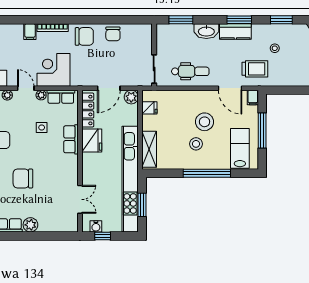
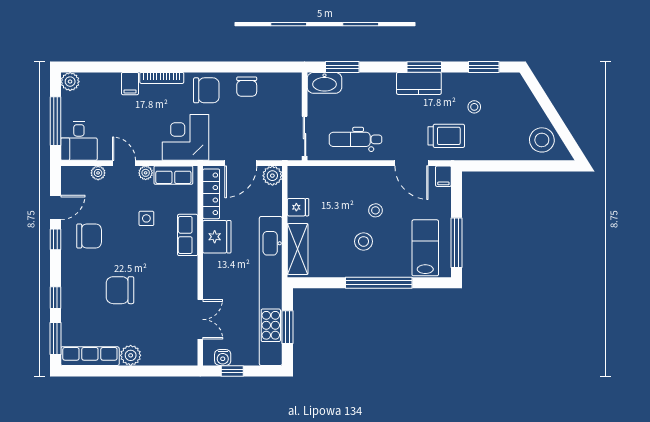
washbasin: (206, 31) -> (324, 83), moved
corner desk: (53, 70) -> (186, 137), moved
dental chair: (190, 71) -> (355, 139), turned 180
fridge: (149, 108) -> (298, 207), moved
stool: (205, 122) -> (375, 210), width x0.53, depth x0.53
window: (262, 130) -> (457, 243), moved

